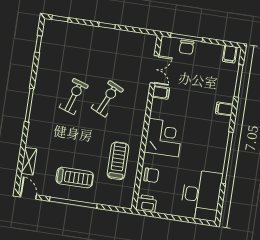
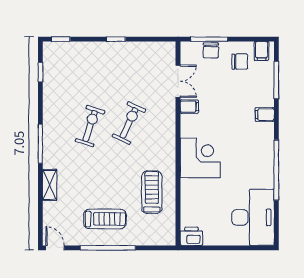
shelving: (29, 161) -> (50, 185), moved
chair: (151, 175) -> (240, 62), moved

